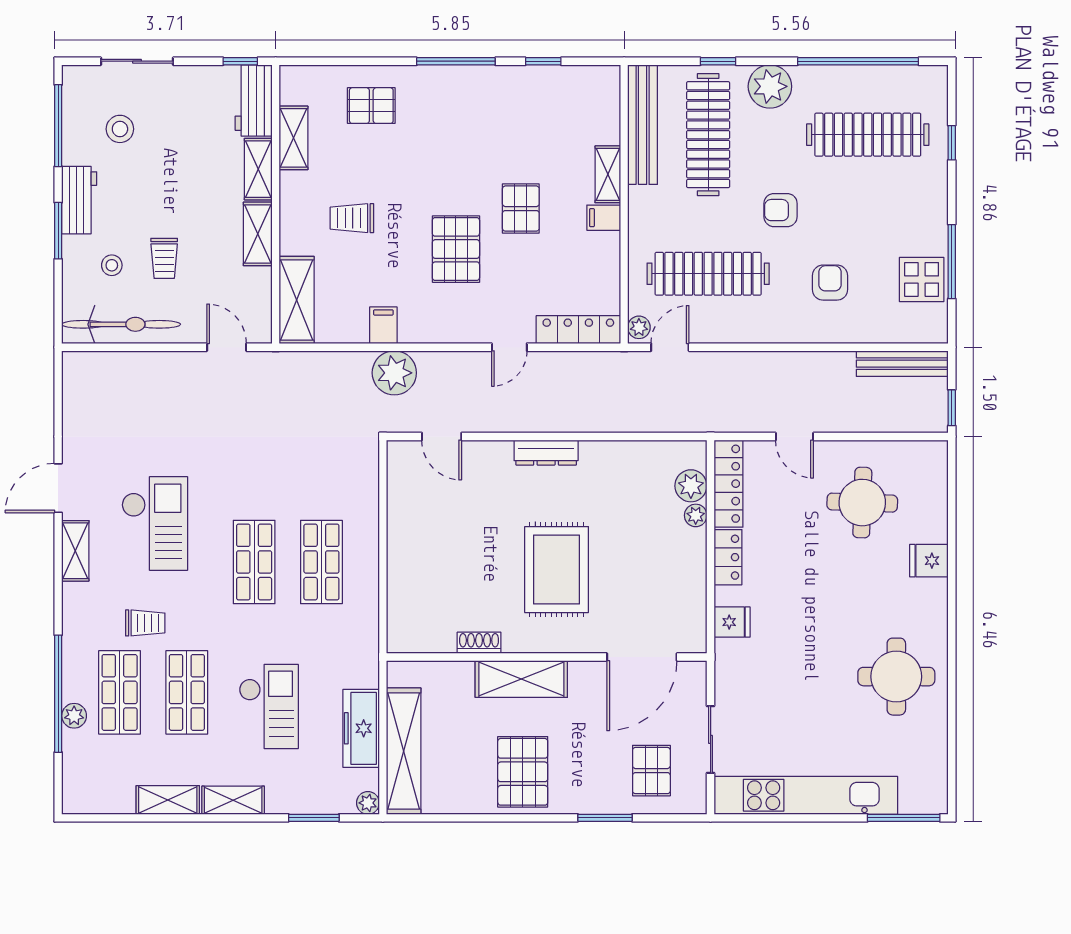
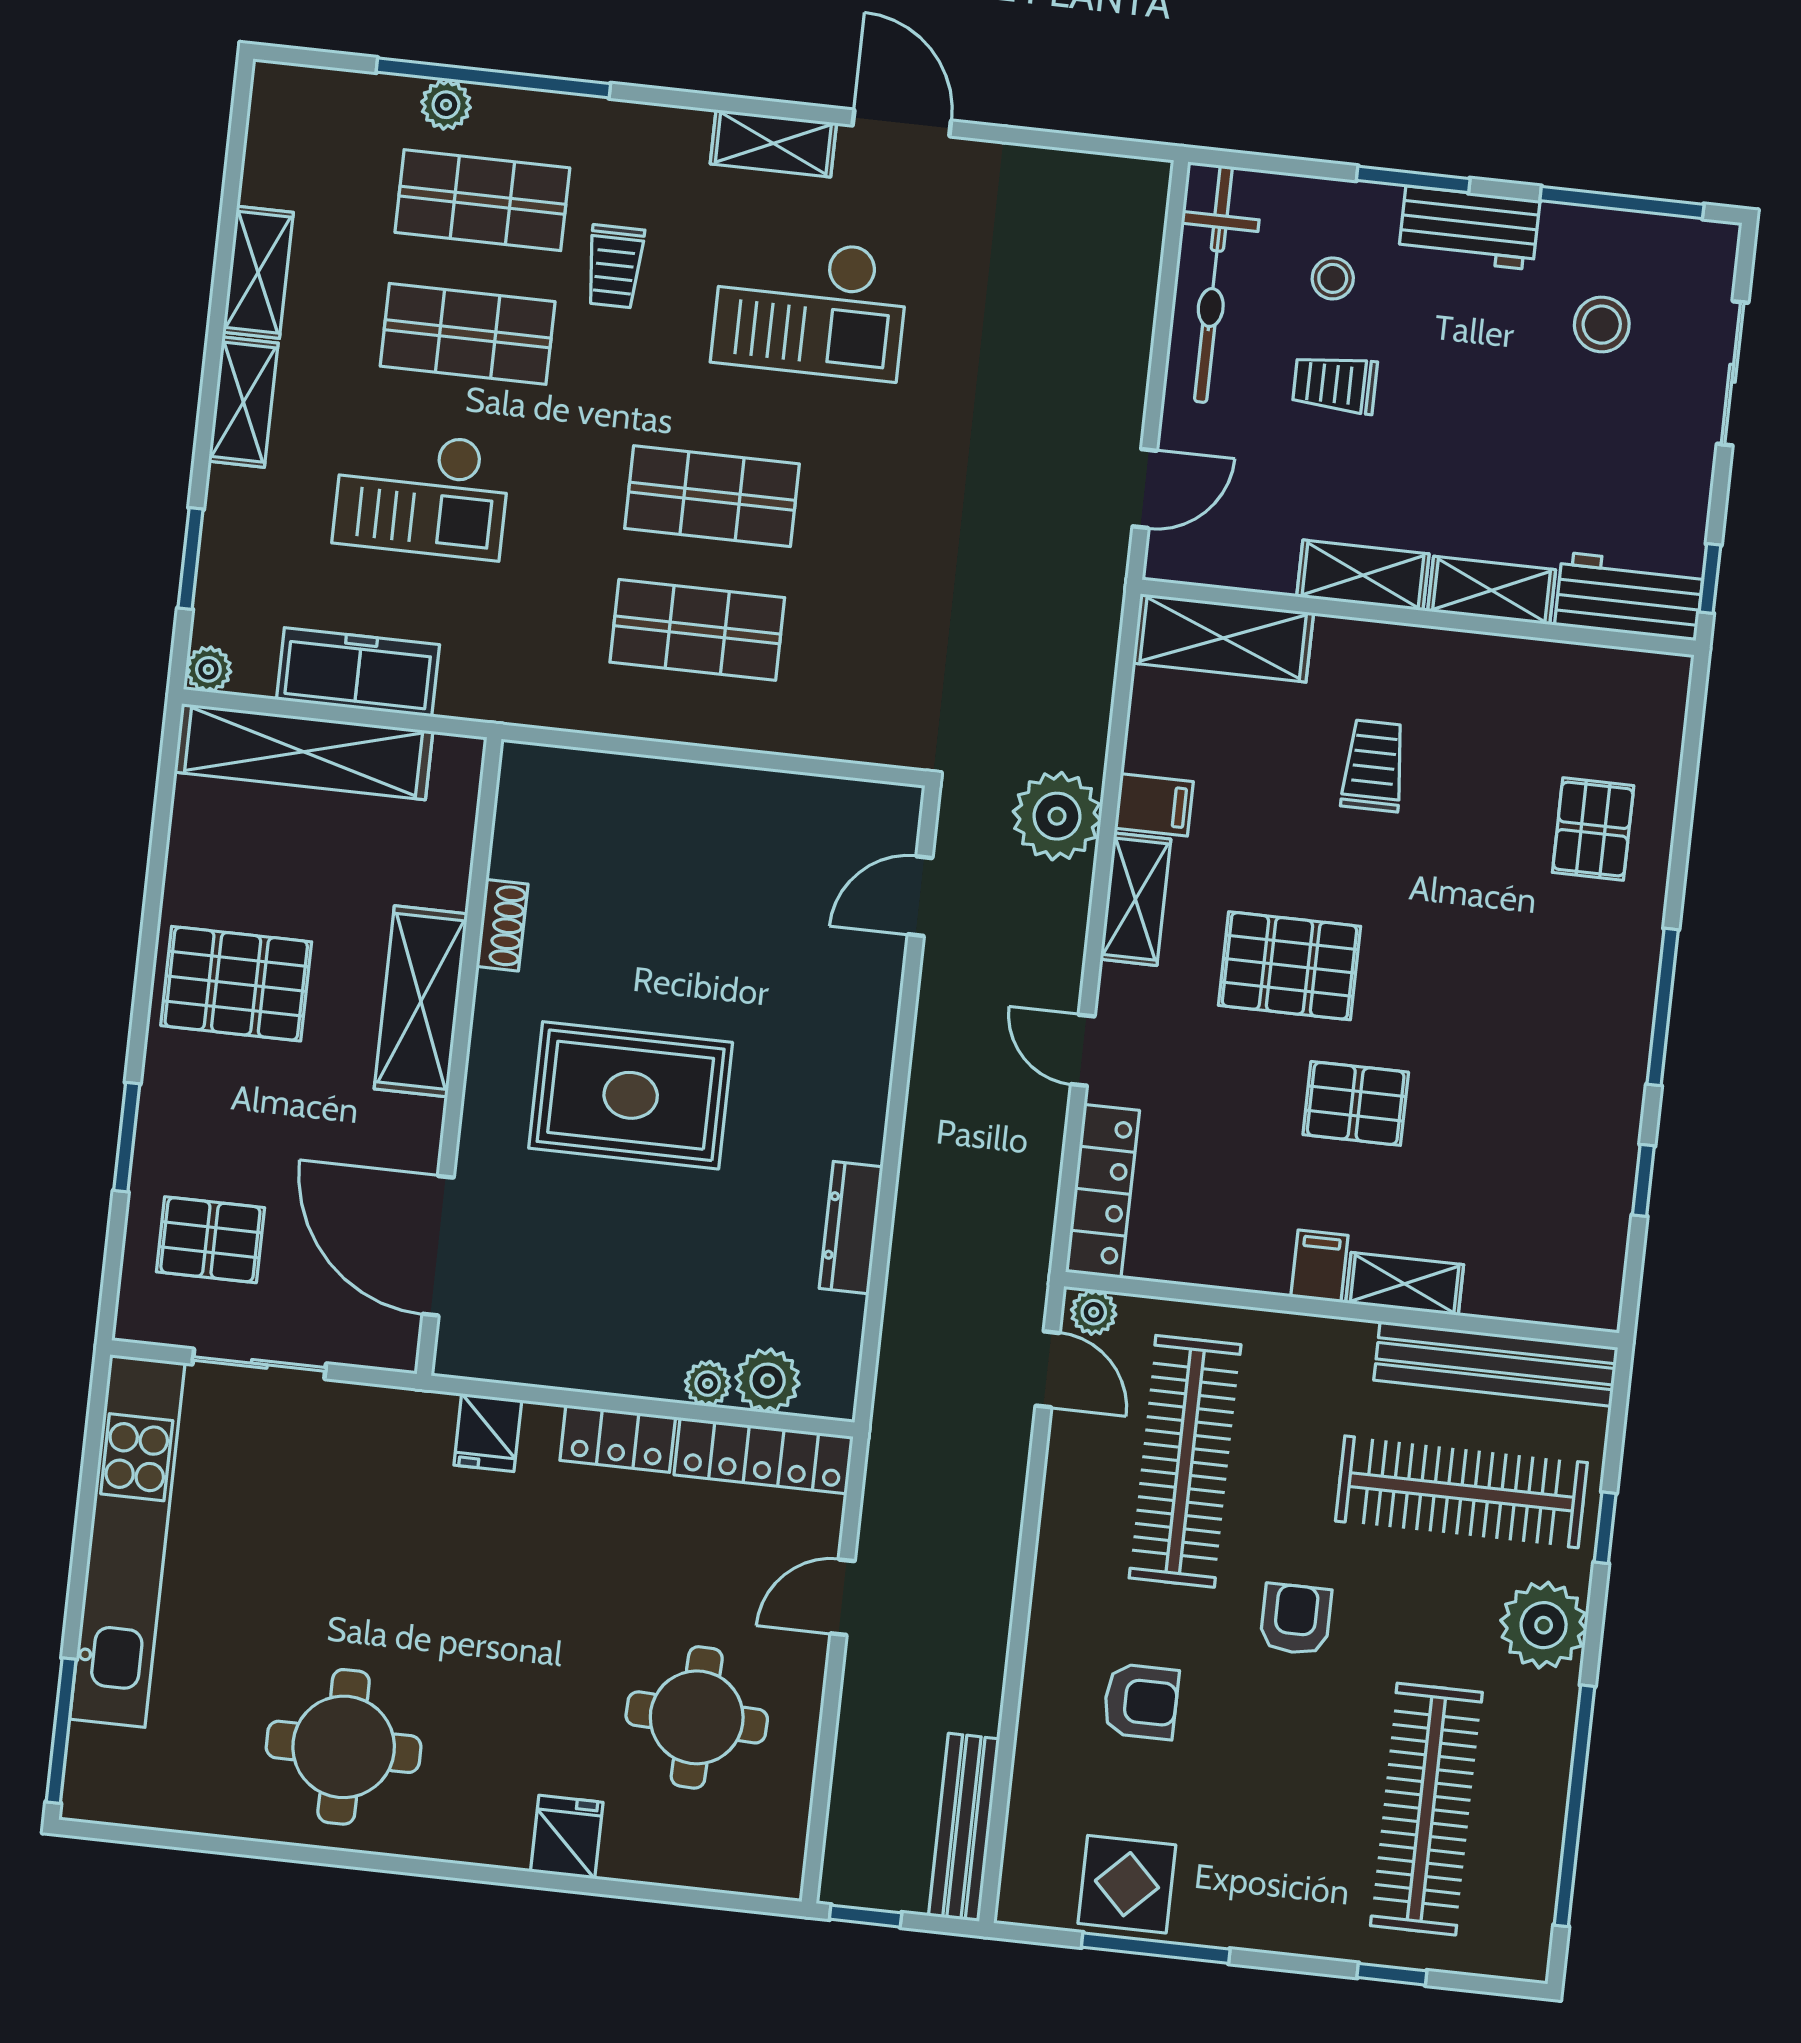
shelving: (293, 138) -> (1135, 899), moved, turned 90
dresser: (546, 453) -> (851, 1228), moved

